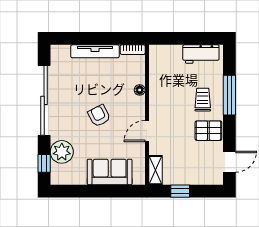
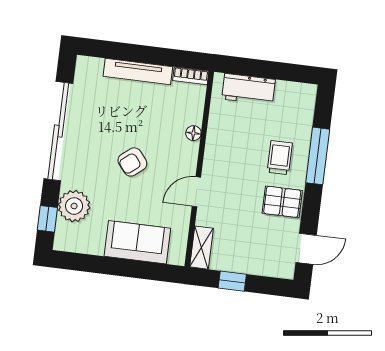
workbench: (201, 54) -> (248, 89), moved
armchair: (99, 116) -> (132, 162), turned -102

